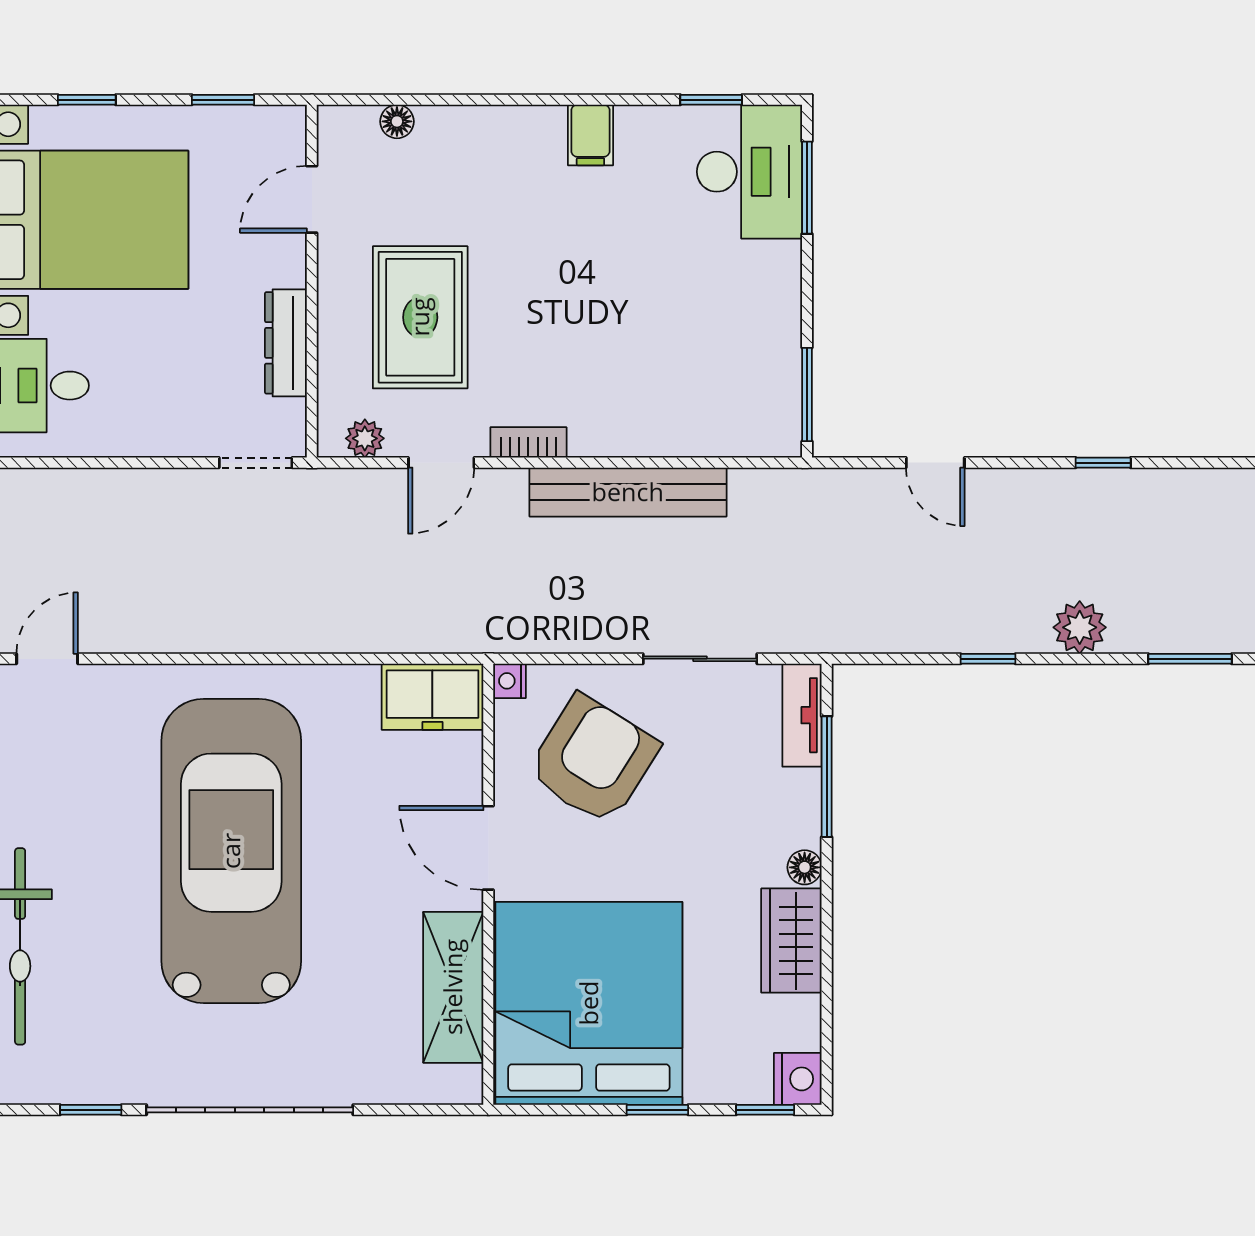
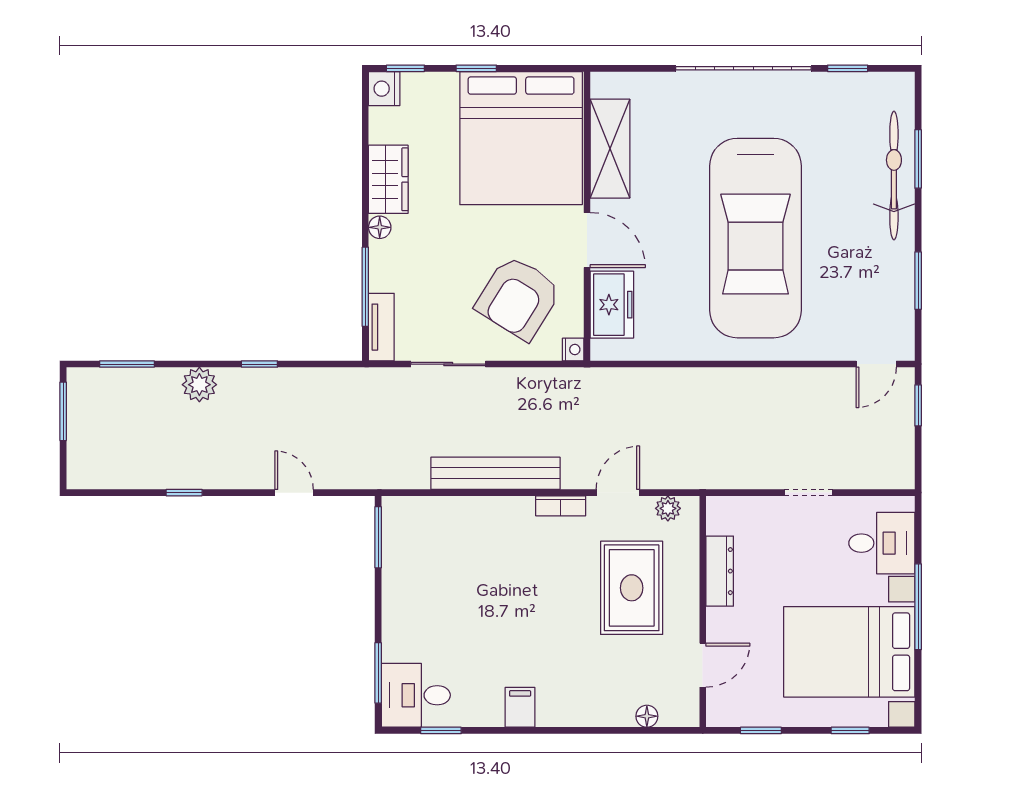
desk: (749, 172) -> (416, 695), width x0.73
doorway: (256, 463) -> (808, 493), moved
freezer: (432, 697) -> (612, 305), moved, turned 90

